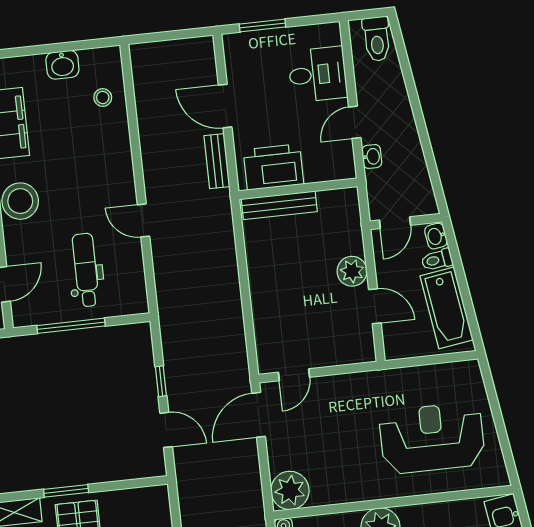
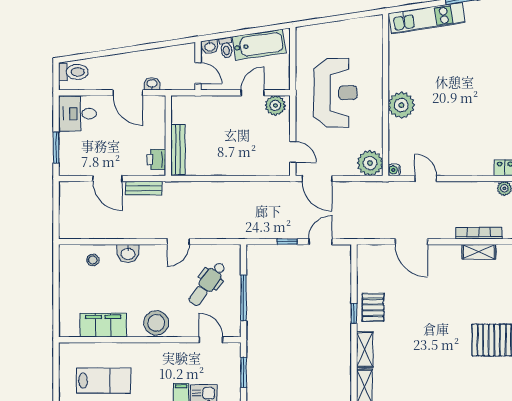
washbasin: (62, 65) -> (128, 253), moved, turned 90
desk: (318, 74) -> (78, 114), moved, turned -90
door: (225, 106) -> (107, 179), hinge flipped
door: (355, 122) -> (128, 93), width x1.38
printer: (273, 167) -> (156, 159), width x0.53, depth x0.68
dental chair: (86, 270) -> (207, 284), turned -53
plant: (352, 271) -> (275, 105), moved
reception desk: (432, 438) -> (335, 93), moved, turned 180
window: (66, 491) -> (354, 313), width x0.67

